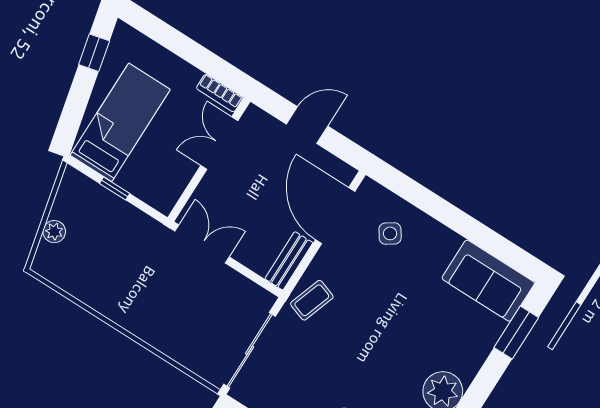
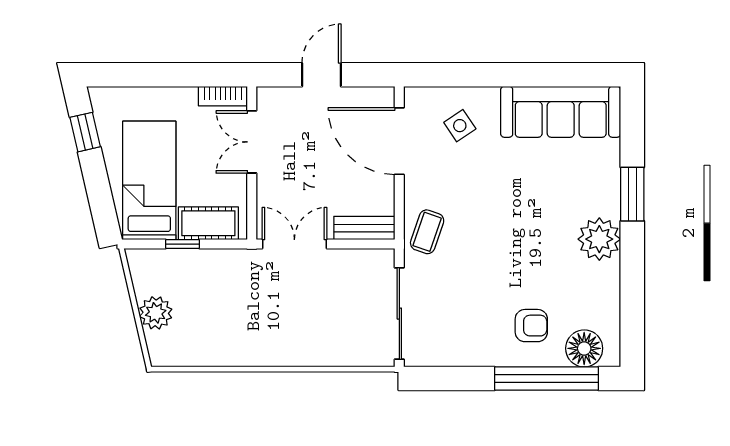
cot: (145, 185) -> (208, 223), added
plant: (54, 232) -> (156, 313), width x1.38, depth x1.38
bench: (289, 261) -> (364, 228), moved, turned 90
sofa: (488, 281) -> (561, 112), width x1.36
window: (516, 333) -> (632, 194), moved

